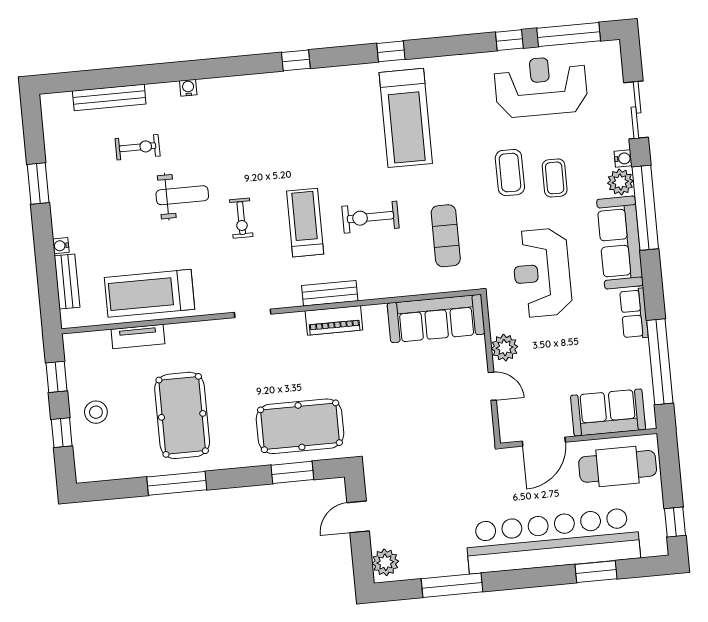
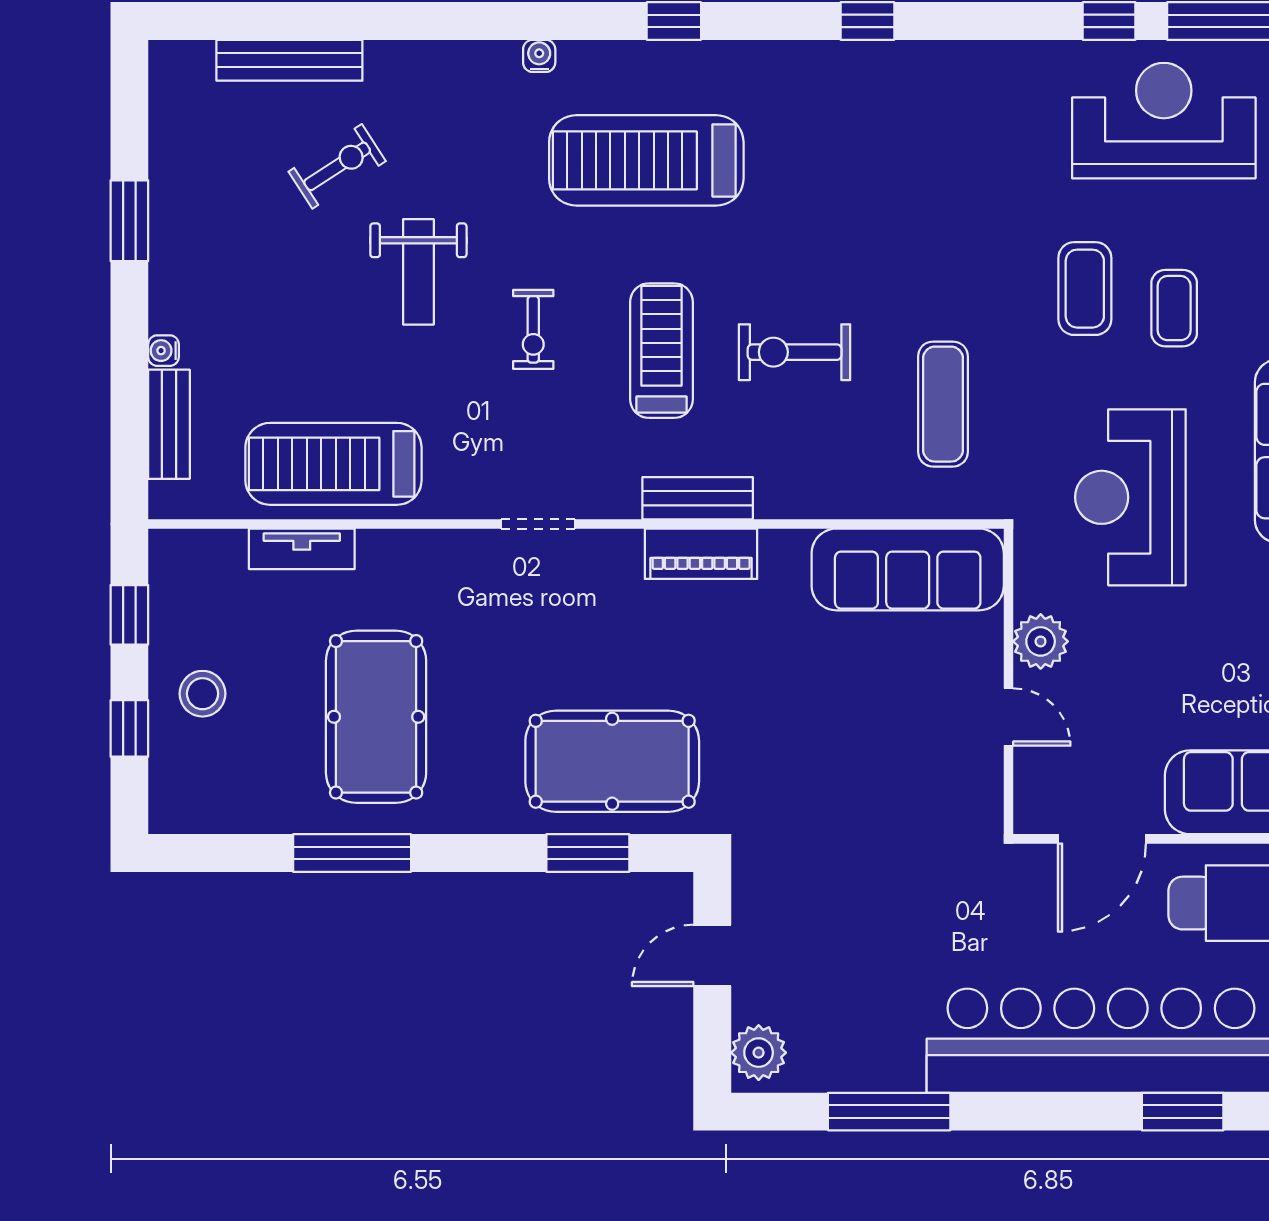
water cooler: (188, 88) -> (539, 56), moved
treadmill: (406, 118) -> (646, 160), moved, turned 90
exercise bike: (138, 147) -> (337, 166), turned -33
weight bench: (182, 195) -> (418, 272), turned 90

